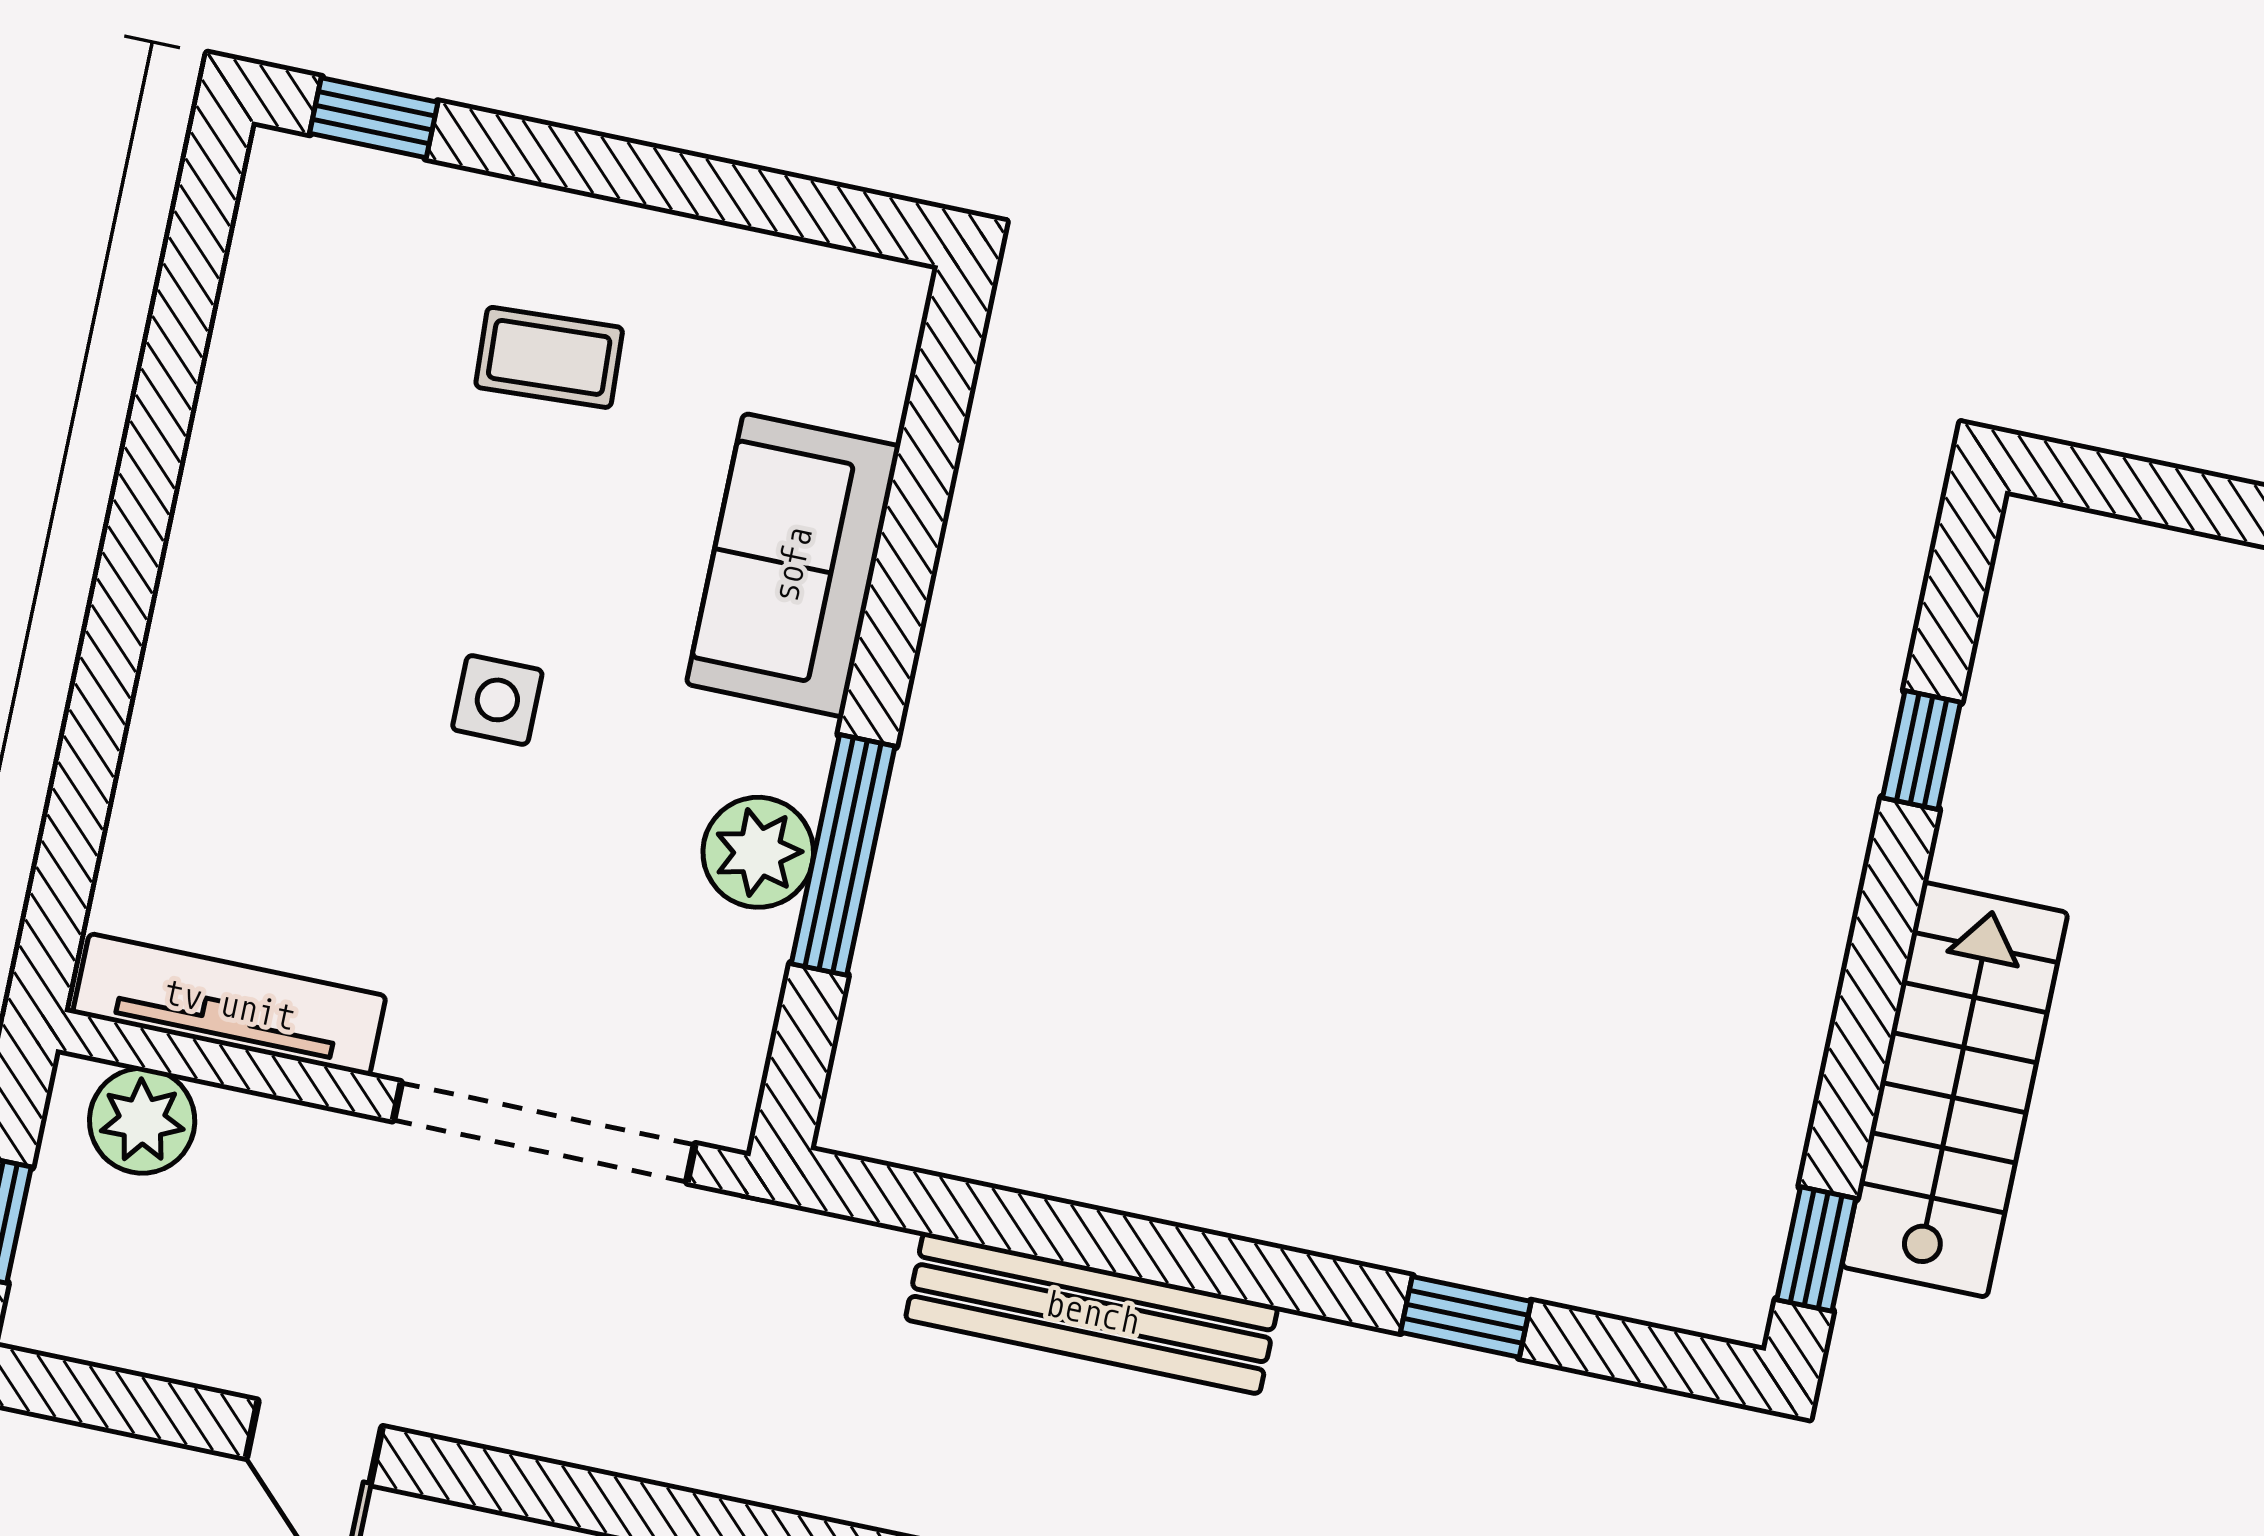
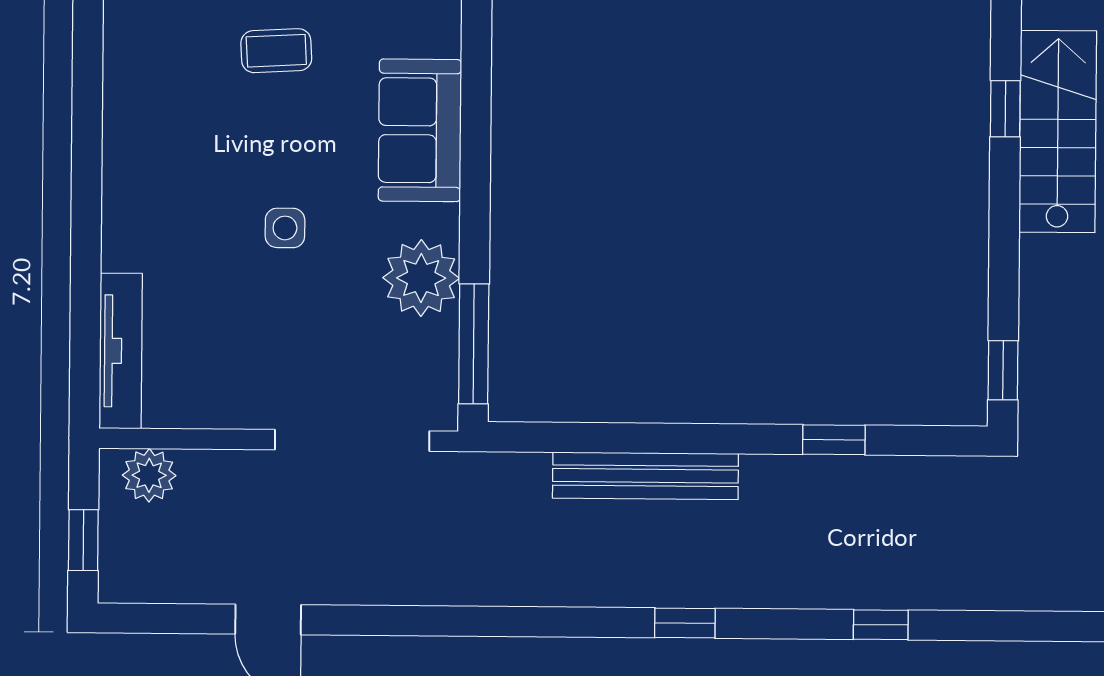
plant: (758, 852) -> (421, 278), width x1.36, depth x1.36
window: (843, 855) -> (474, 344), moved
tv unit: (229, 1005) -> (121, 351), moved, turned 90
stairs: (1955, 1090) -> (1058, 131), moved

